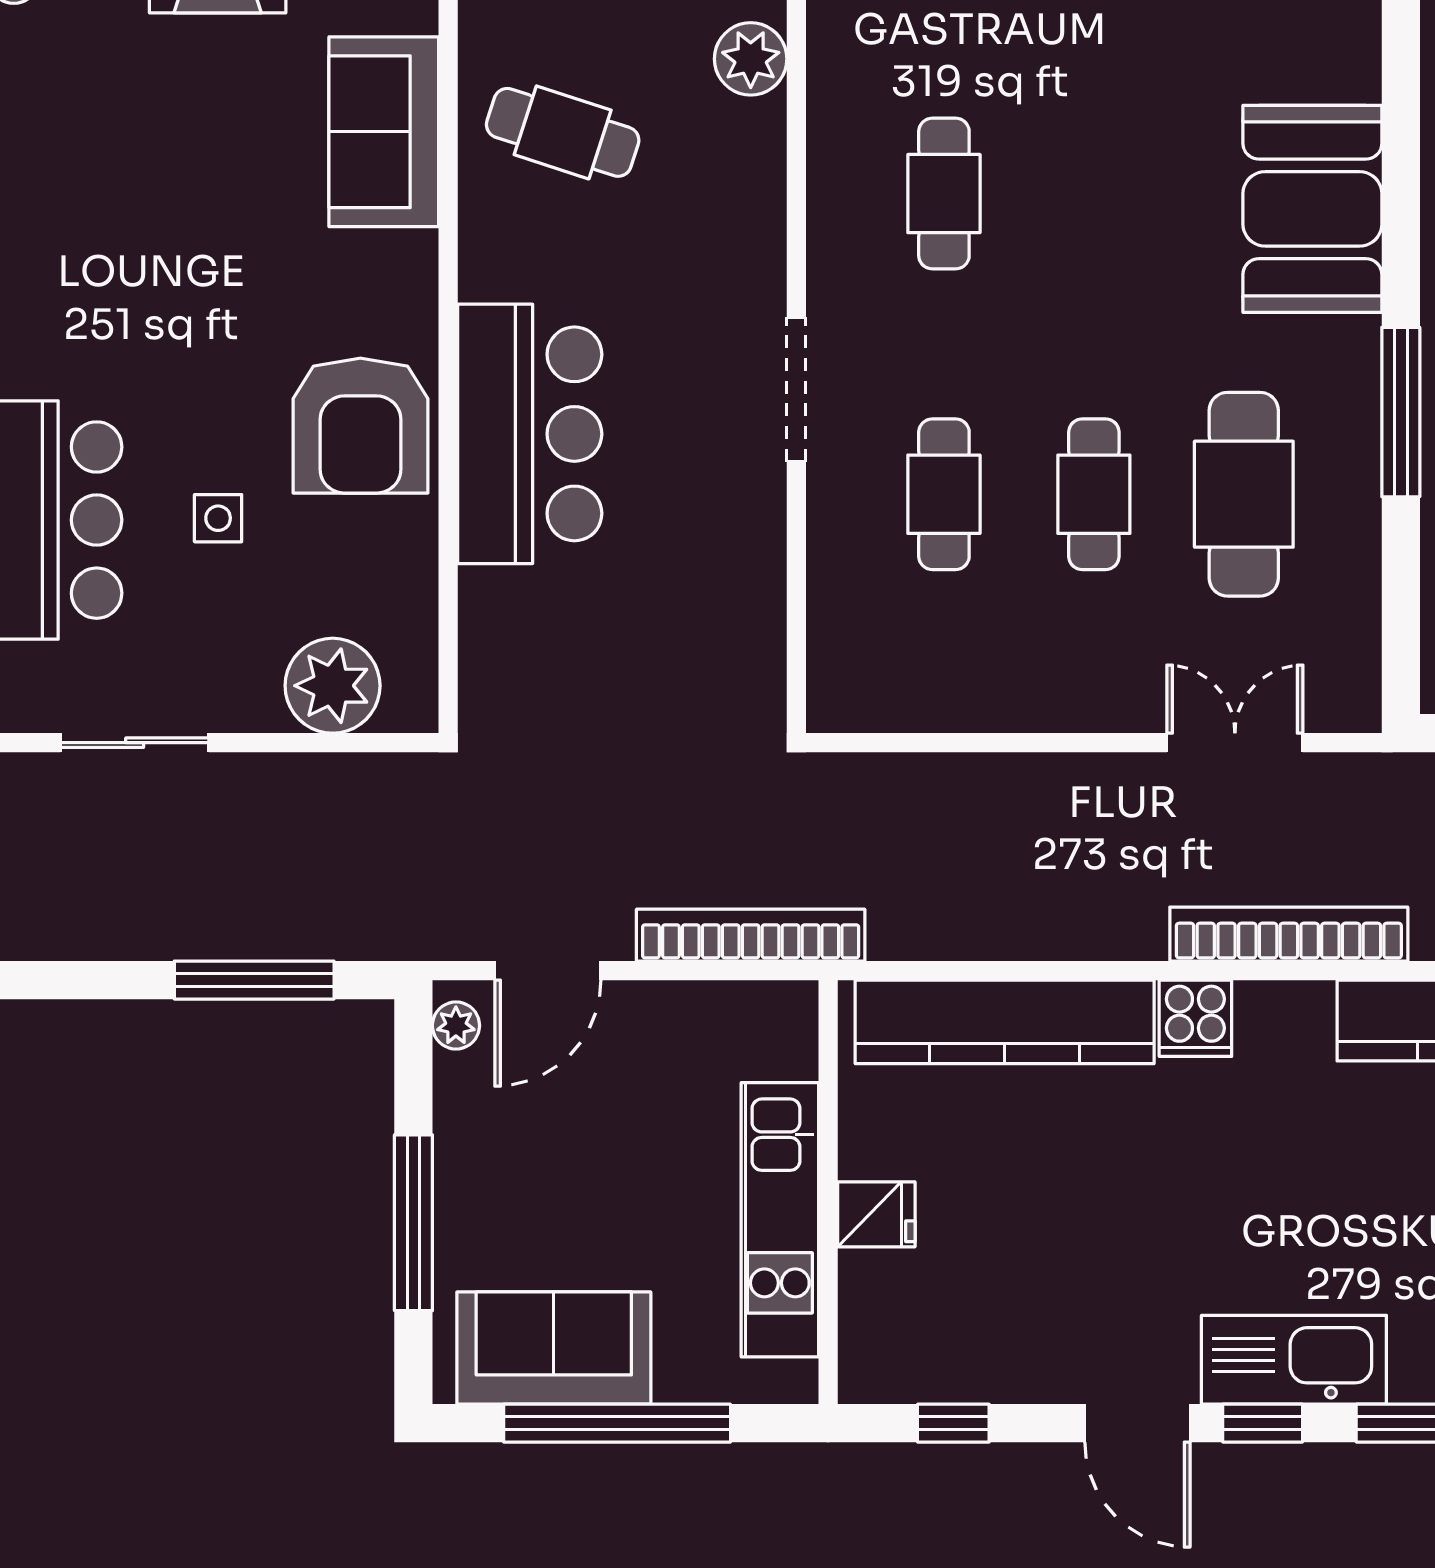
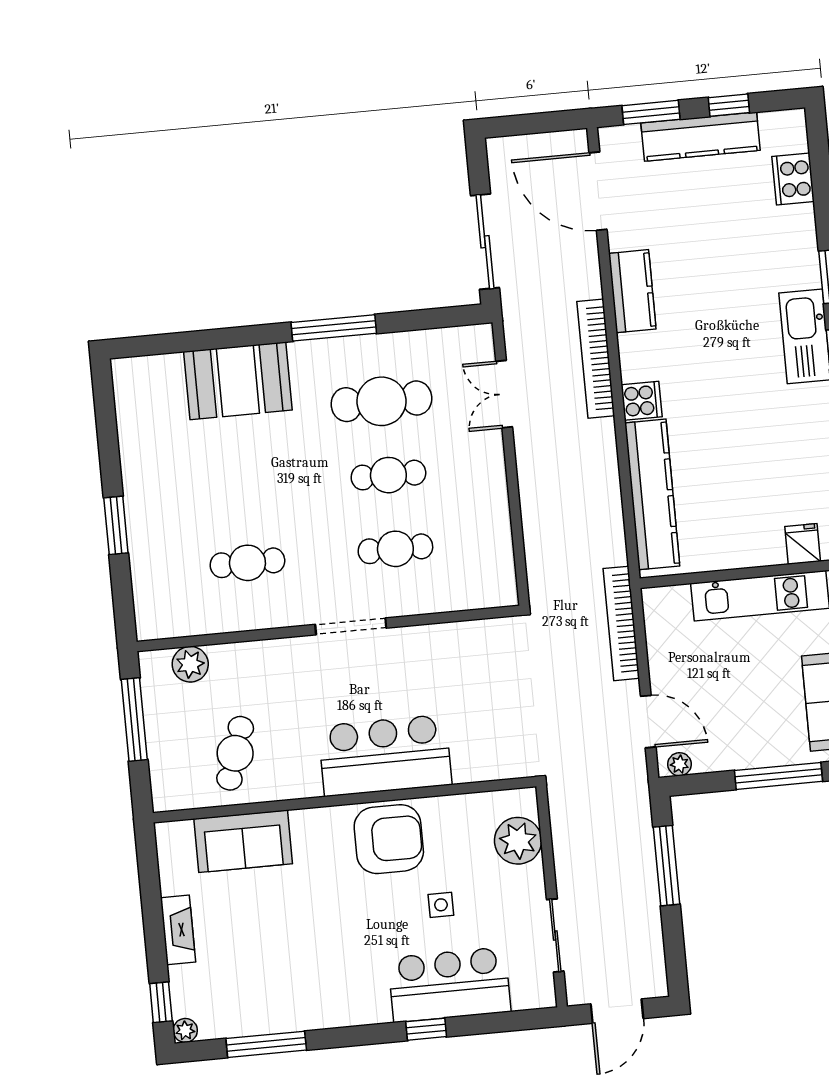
fridge: (876, 1214) -> (803, 544), moved

